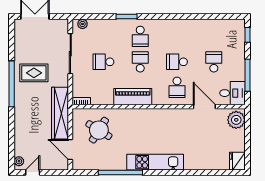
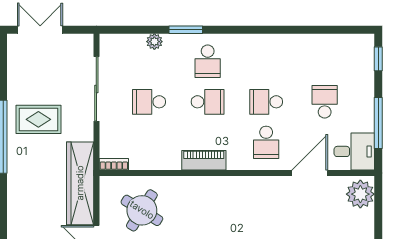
plant: (83, 24) -> (154, 42), moved
school desk: (140, 62) -> (208, 102), turned 90
piano: (133, 97) -> (204, 160), width x0.73, depth x0.75
door: (204, 107) -> (310, 173), hinge flipped

